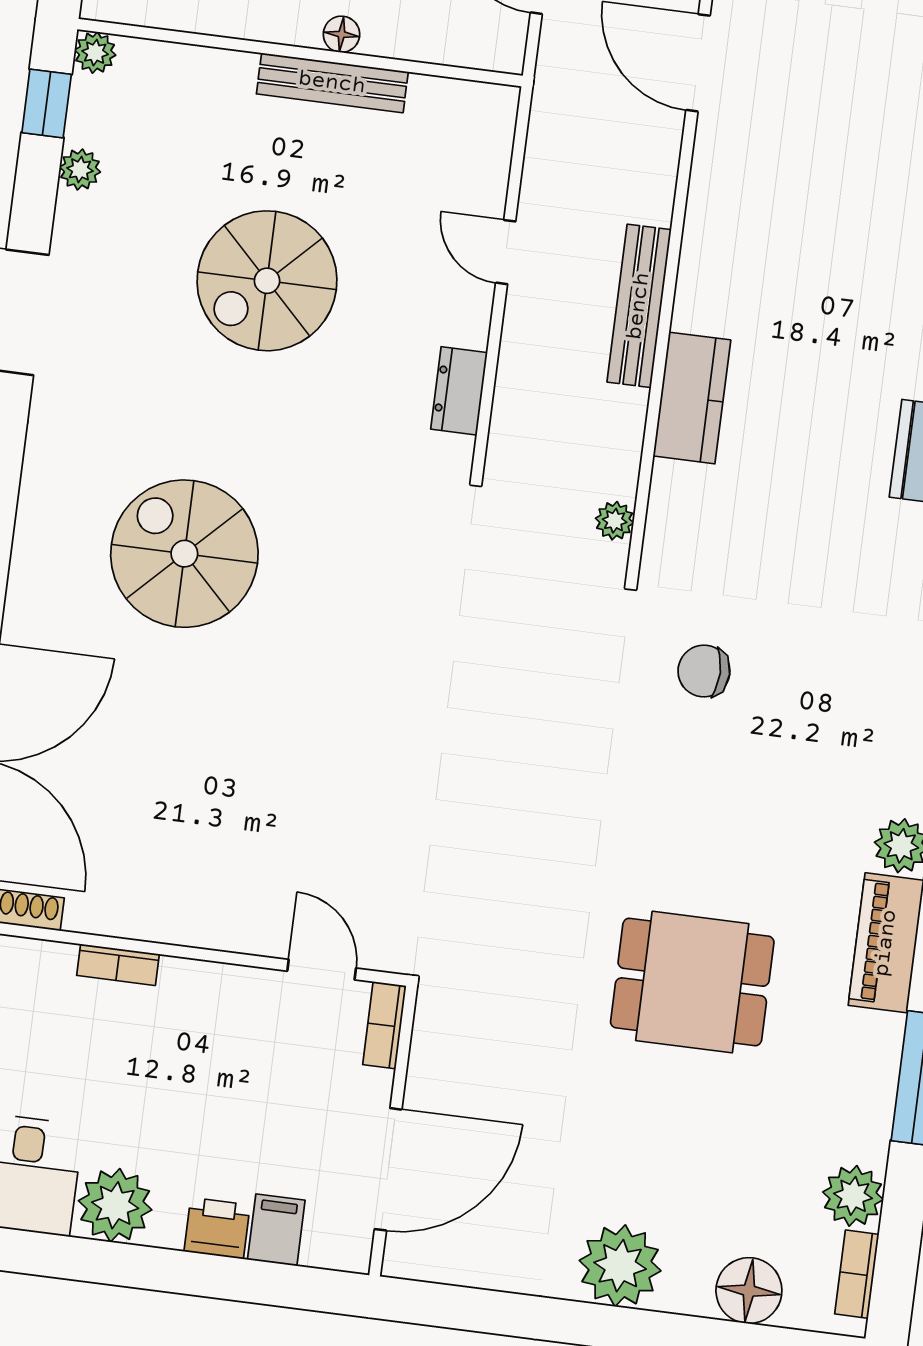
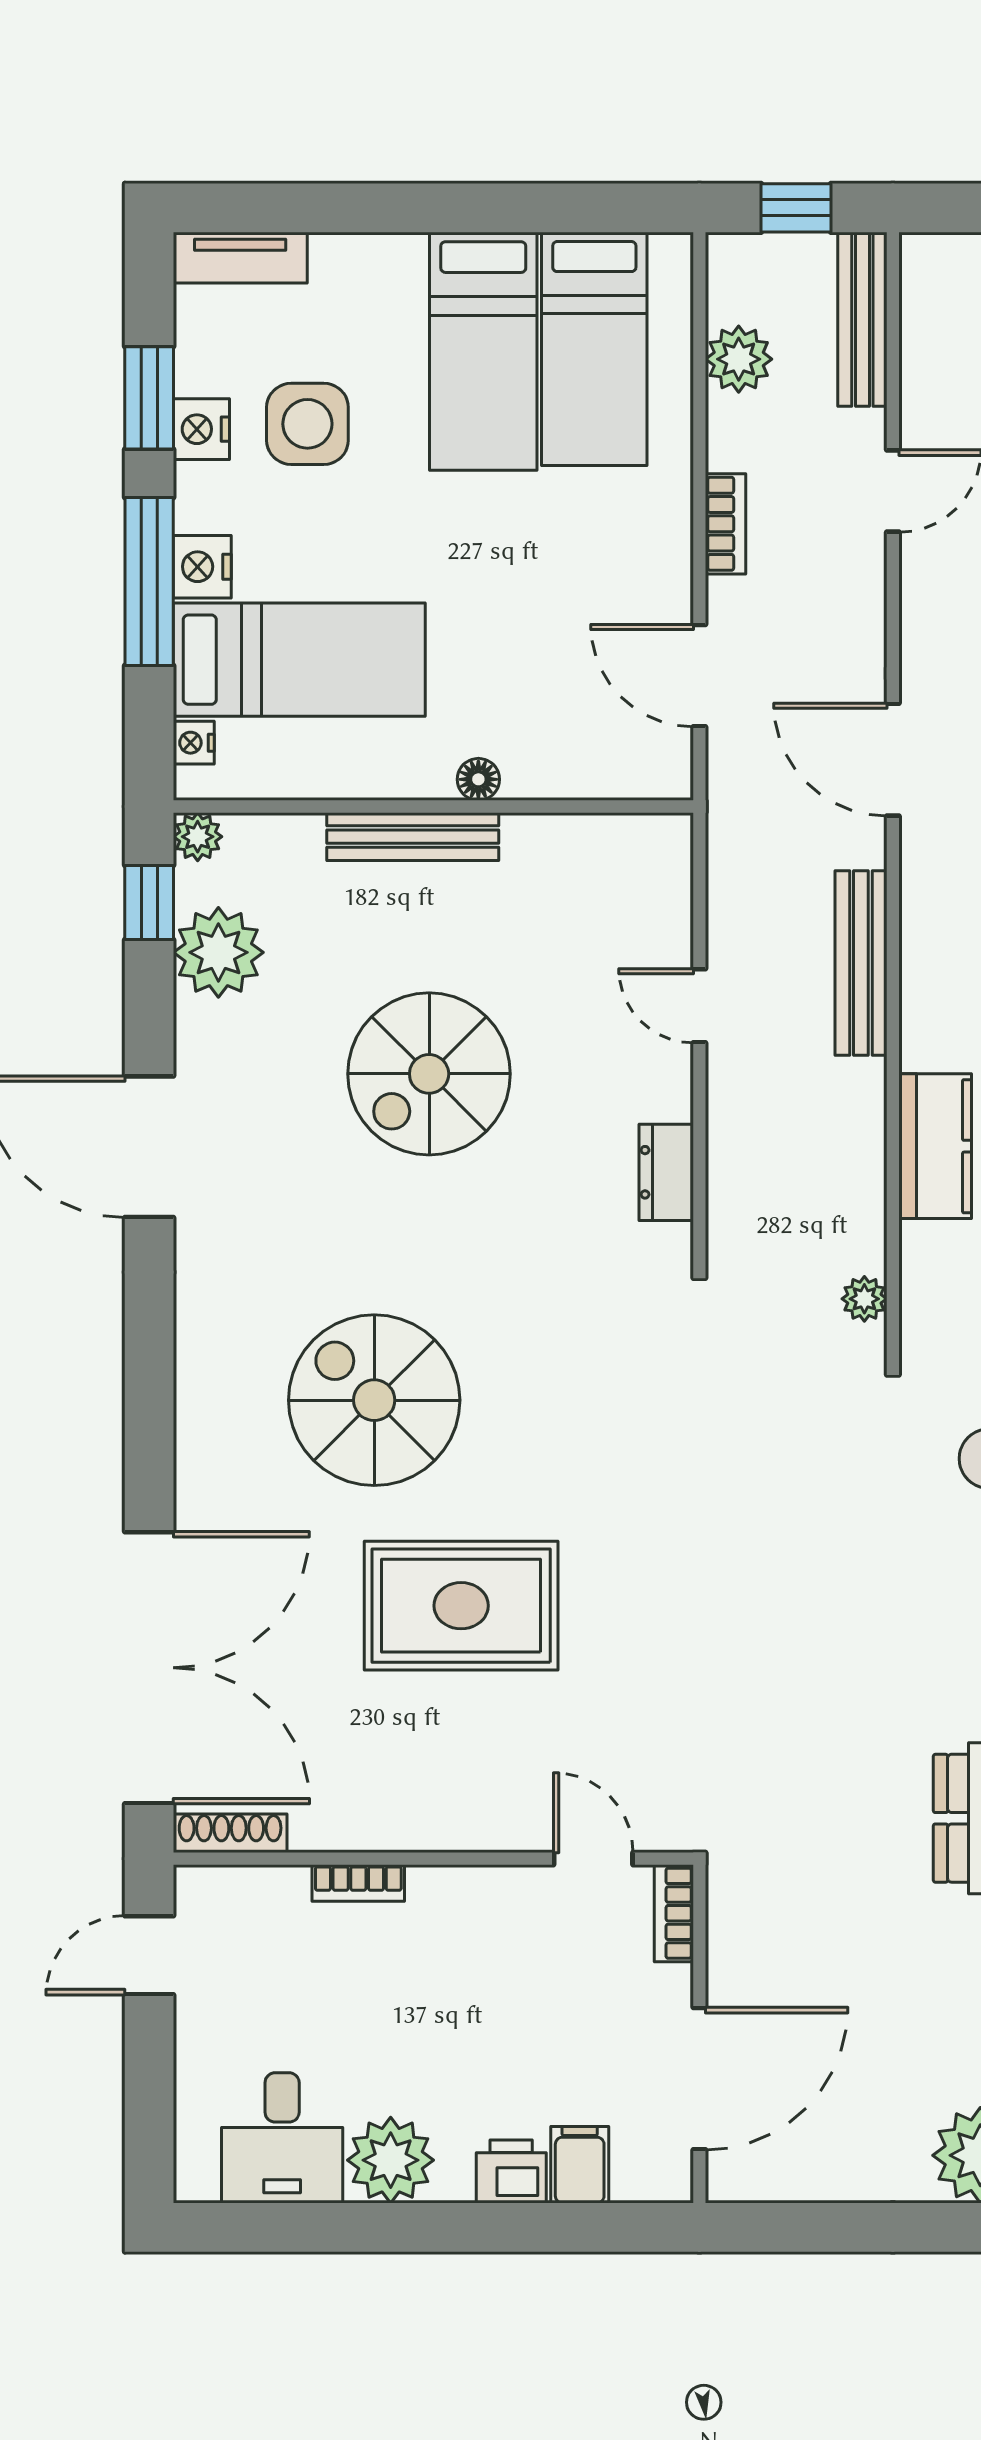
bench: (332, 83) -> (413, 837), moved
plant: (80, 169) -> (218, 952), width x1.87, depth x1.87
bench: (639, 306) -> (861, 963), moved
rug: (236, 739) -> (461, 1606), added

